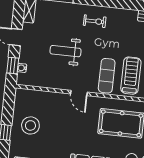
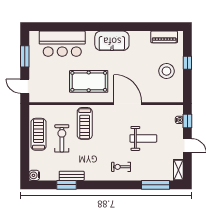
exercise mat: (107, 76) -> (105, 121), removed
door: (79, 93) -> (128, 104), width x1.87

